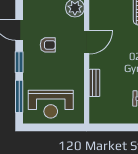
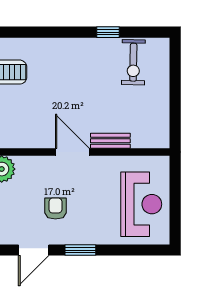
door: (87, 42) -> (72, 152), moved
window: (19, 96) -> (130, 250), removed

